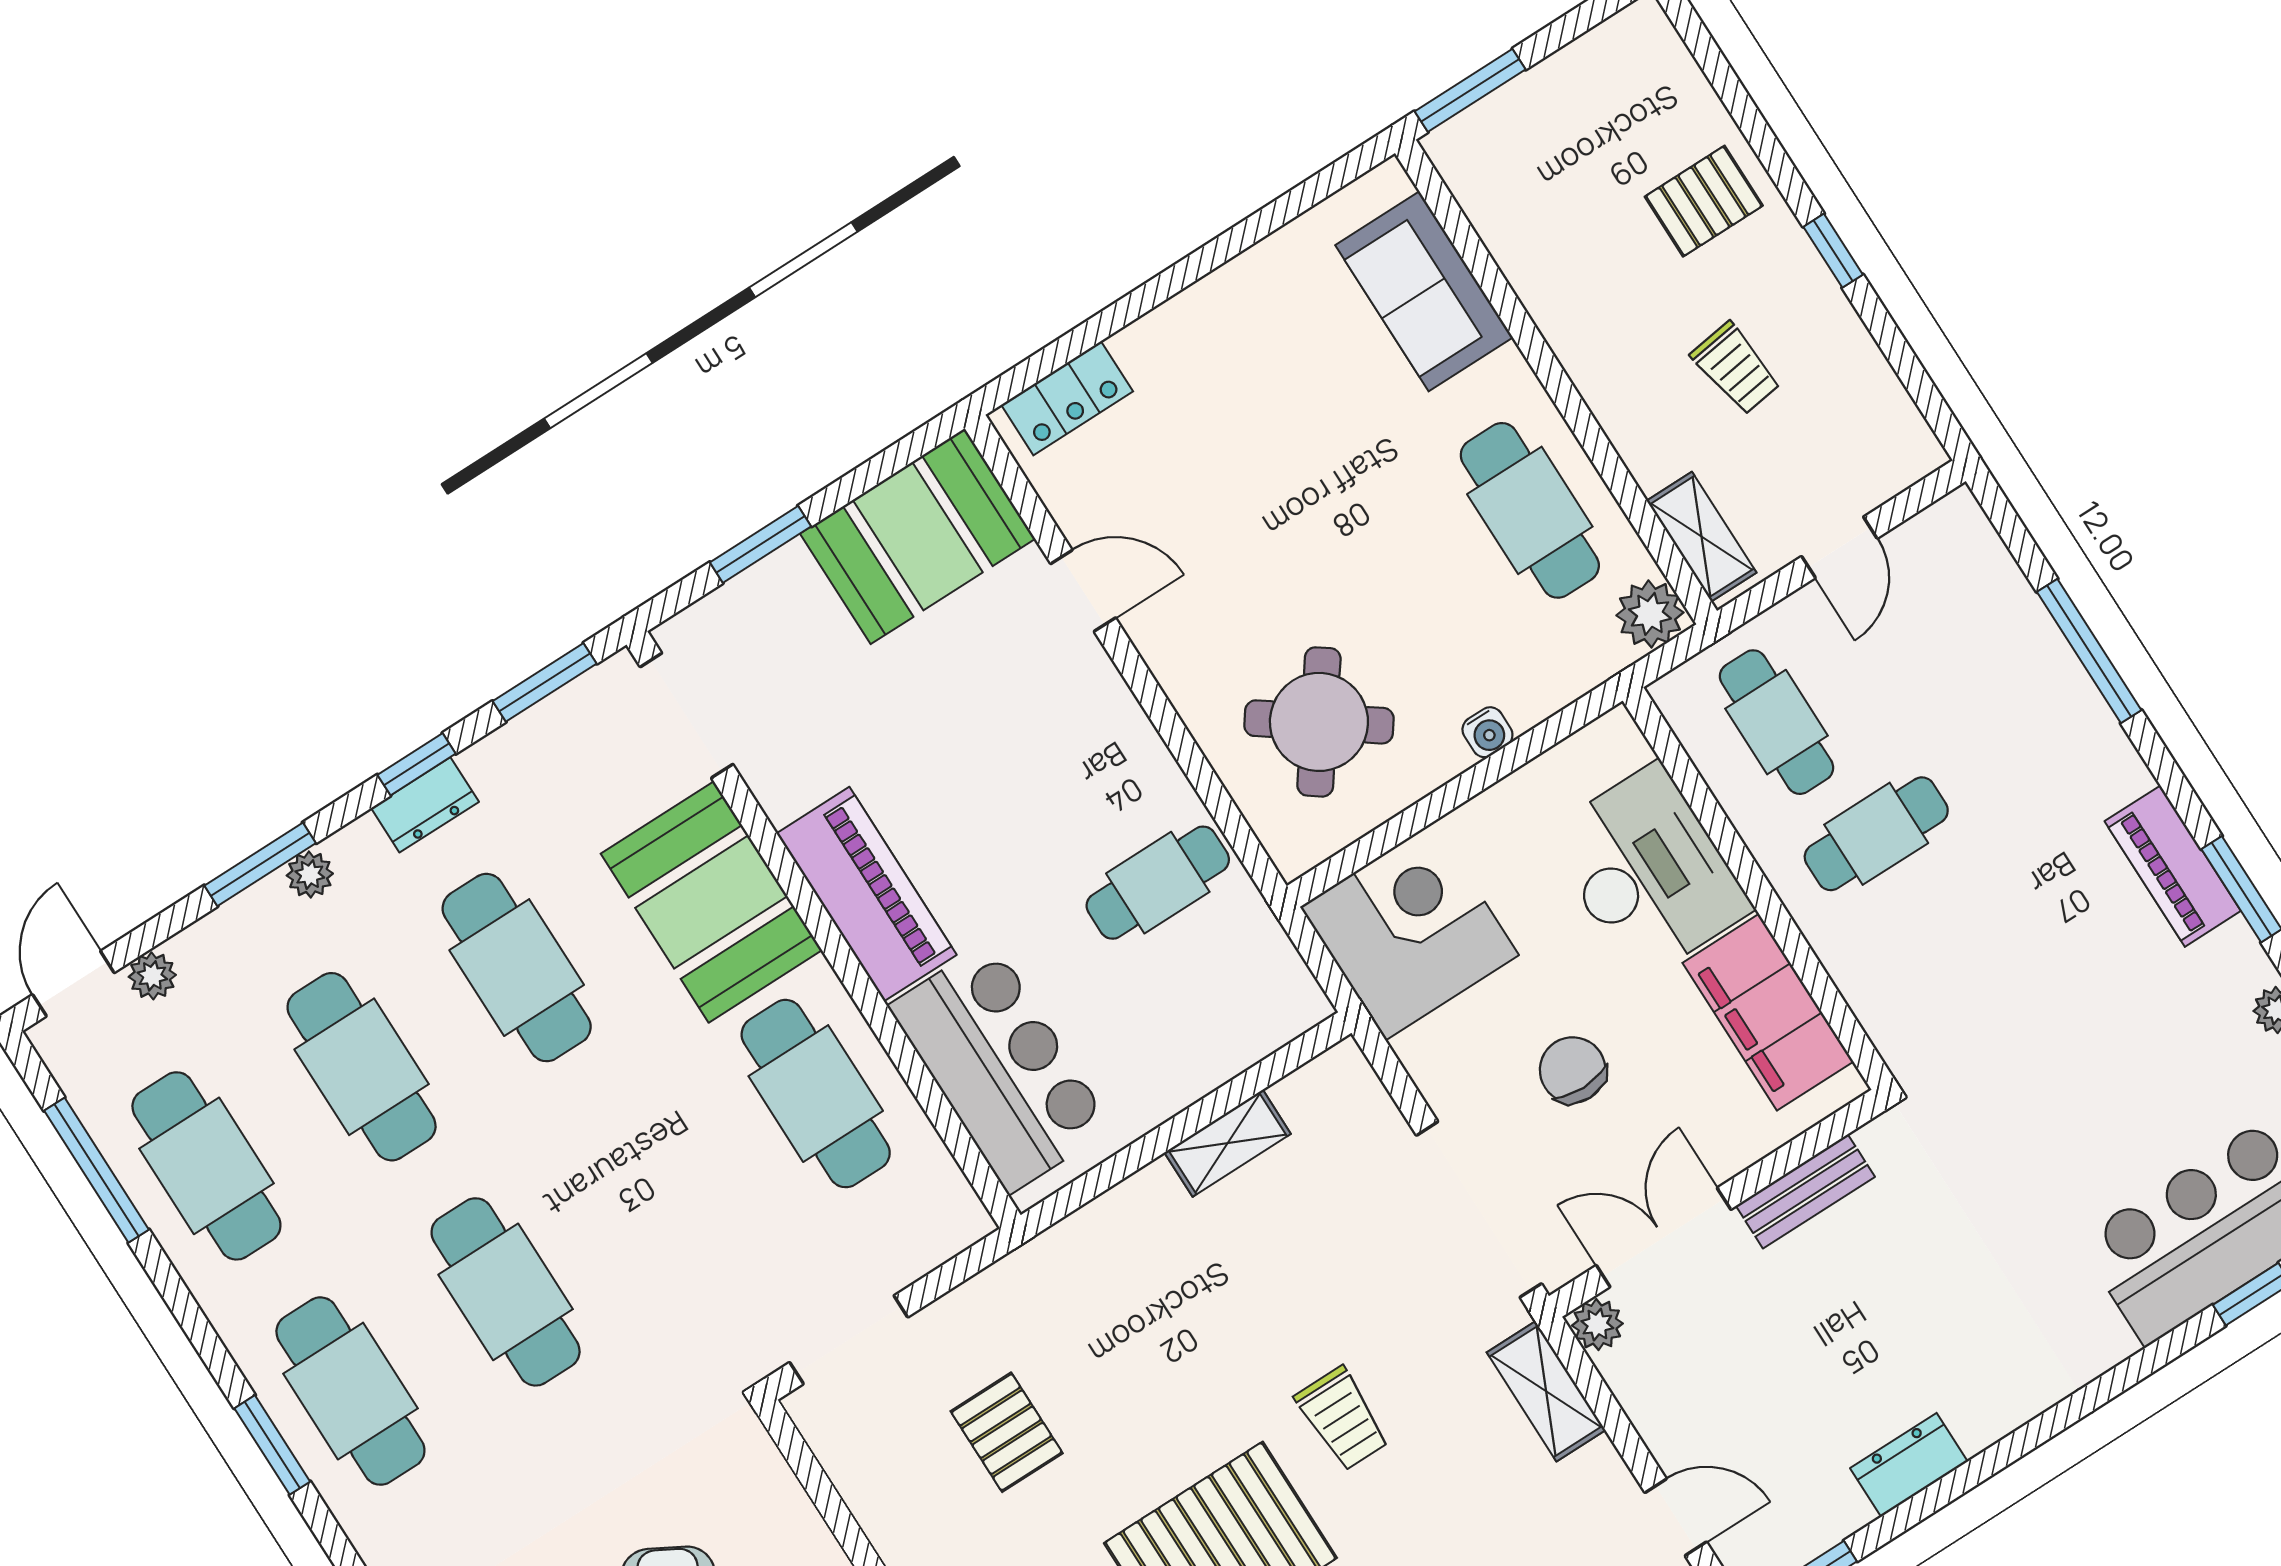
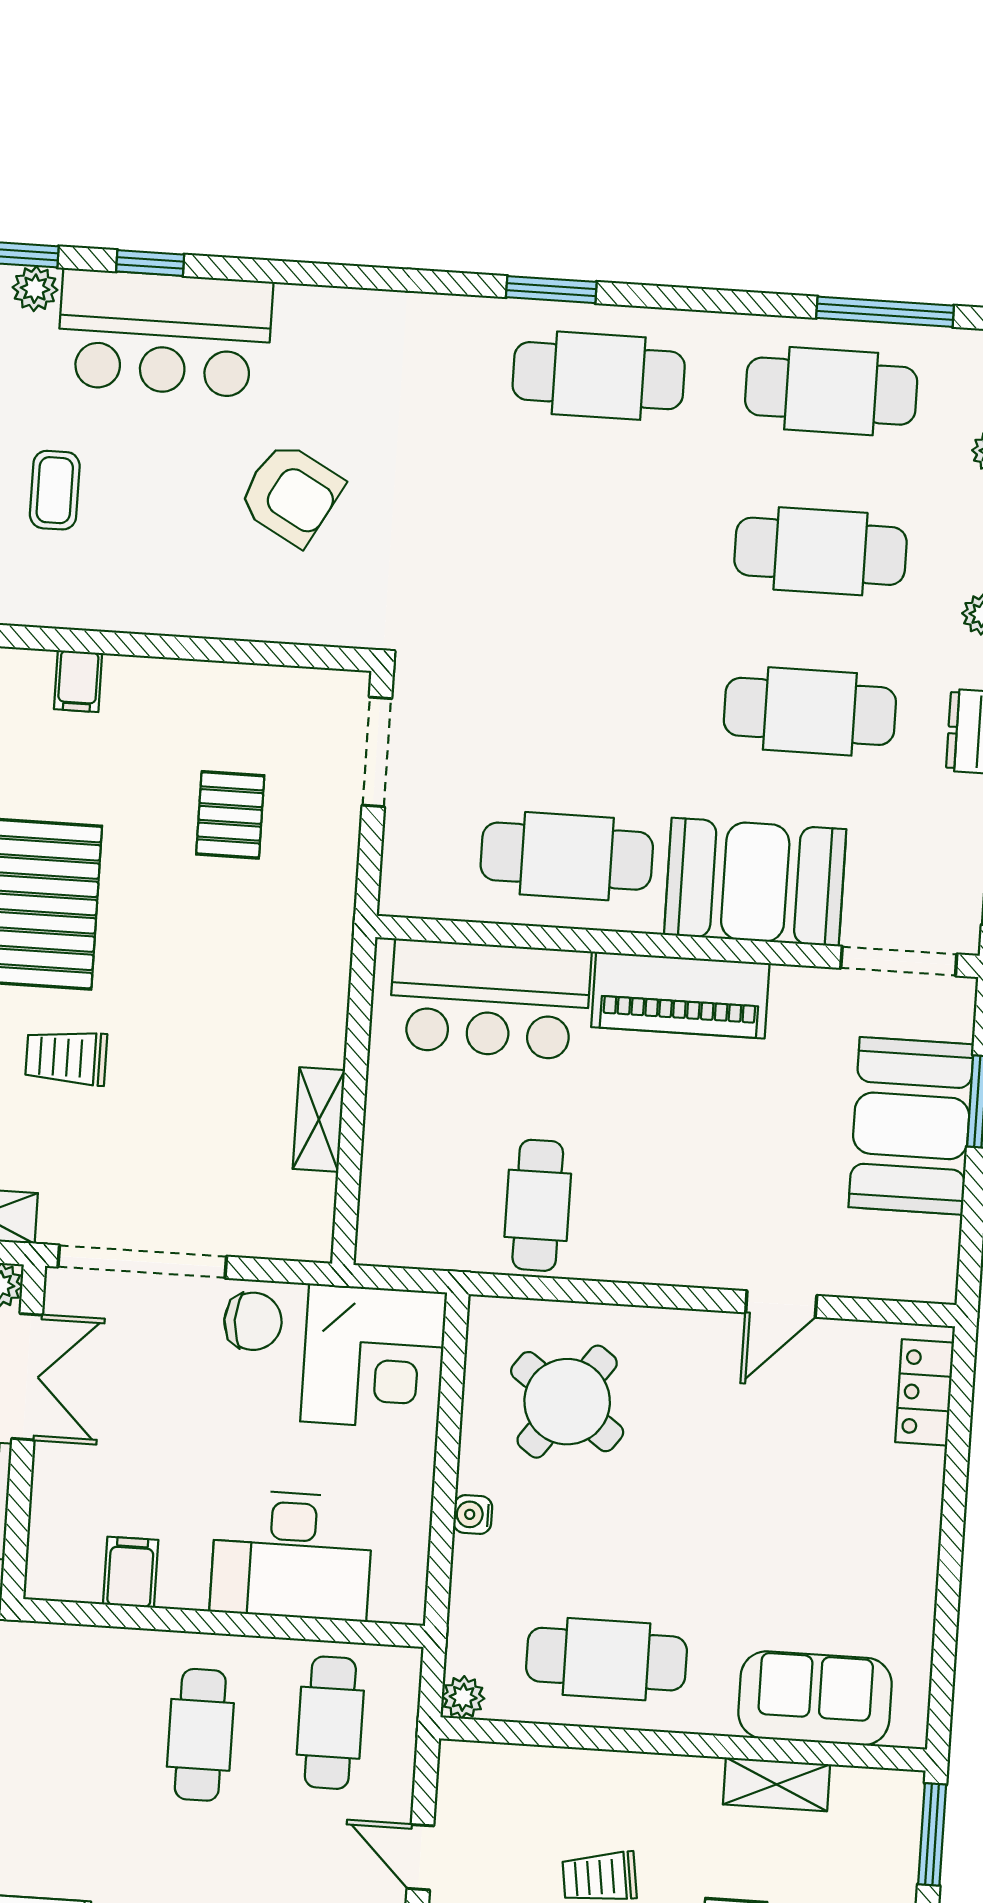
booth: (918, 536) -> (911, 1126), moved
shelving: (1702, 537) -> (776, 1784), moved
plant: (1650, 614) -> (463, 1697), width x0.73, depth x0.73
cafe table: (1777, 722) -> (330, 1723), turned 90
filing cabinet: (1768, 1012) -> (131, 1572), width x0.33, depth x0.86
chair: (1573, 1070) -> (253, 1321), moved
cafe table: (506, 1292) -> (588, 536), removed
pallet: (1007, 1432) -> (230, 815), turned 90
window: (272, 1445) -> (551, 290), moved

